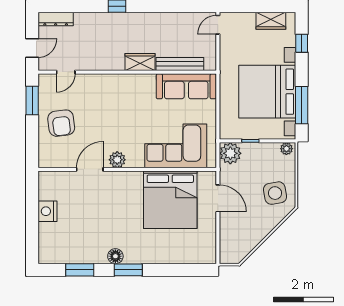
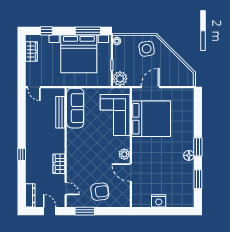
wardrobe: (140, 62) -> (59, 164), moved

